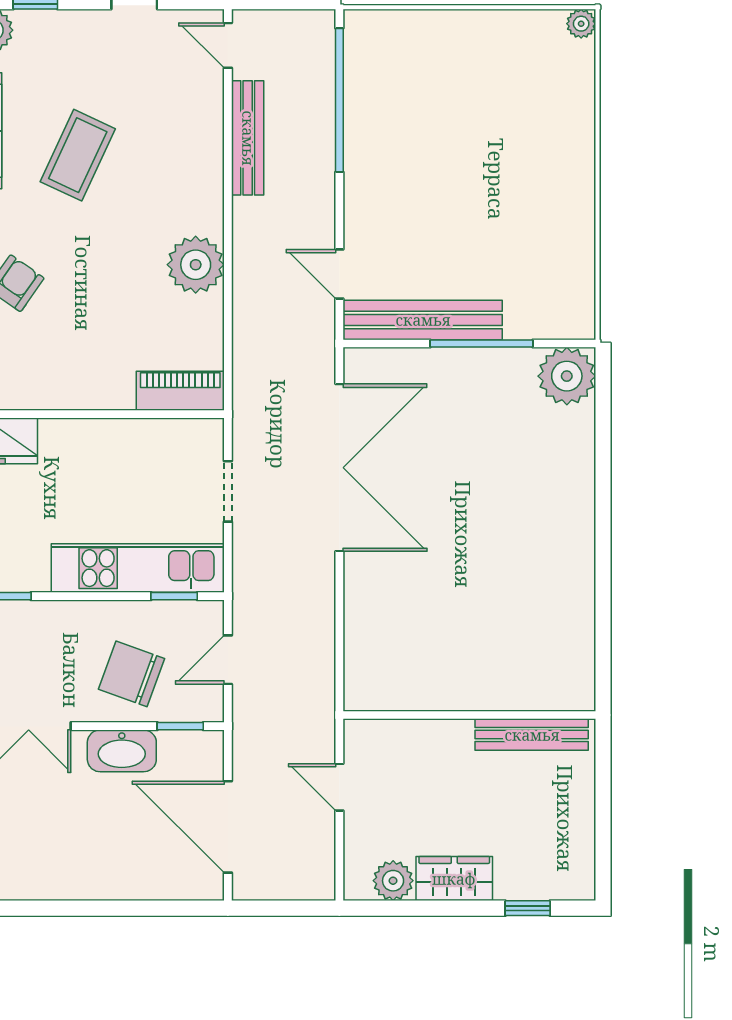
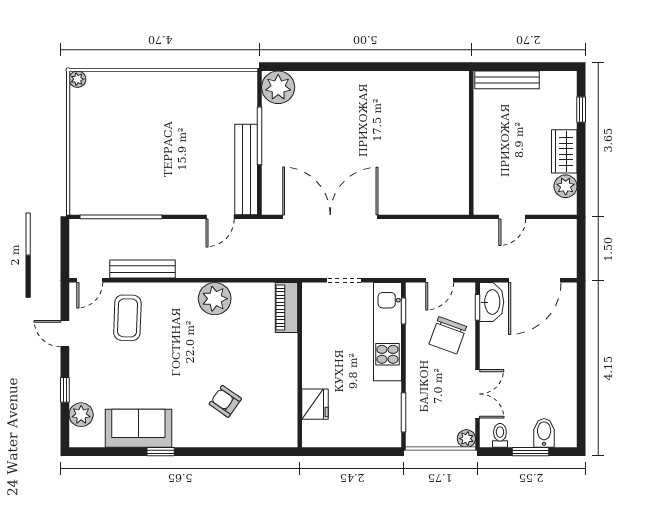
coffee table: (78, 155) -> (127, 318), moved, turned 67
door: (228, 660) -> (440, 280), hinge flipped
bench: (532, 735) -> (507, 80), moved, turned 90
washbasin: (122, 751) -> (492, 302), moved

